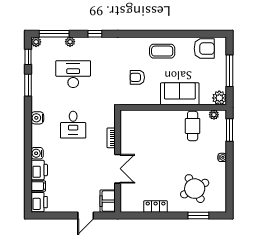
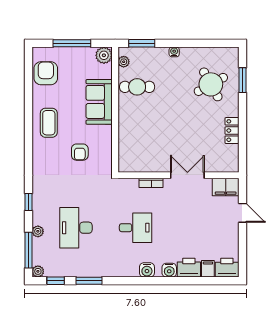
water cooler: (37, 118) -> (147, 270), moved

